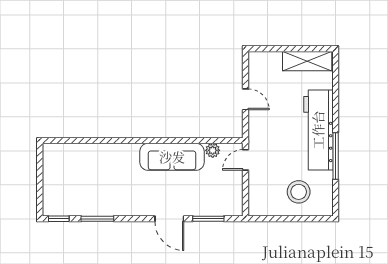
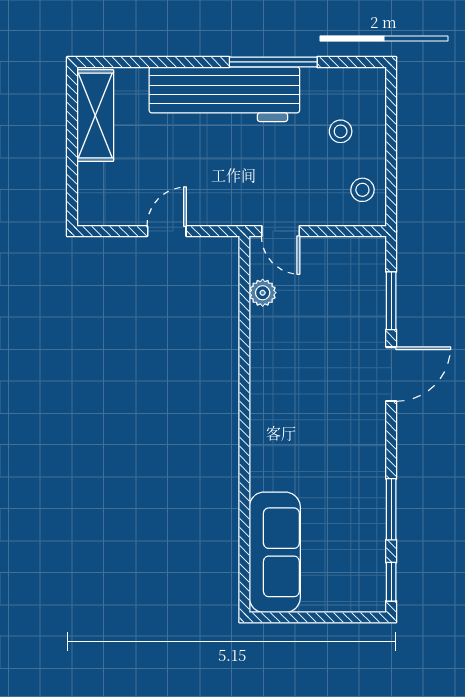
sofa: (172, 157) -> (275, 552), moved
stool: (299, 192) -> (341, 131), width x0.53, depth x0.53
stool: (267, 204) -> (362, 190), added

